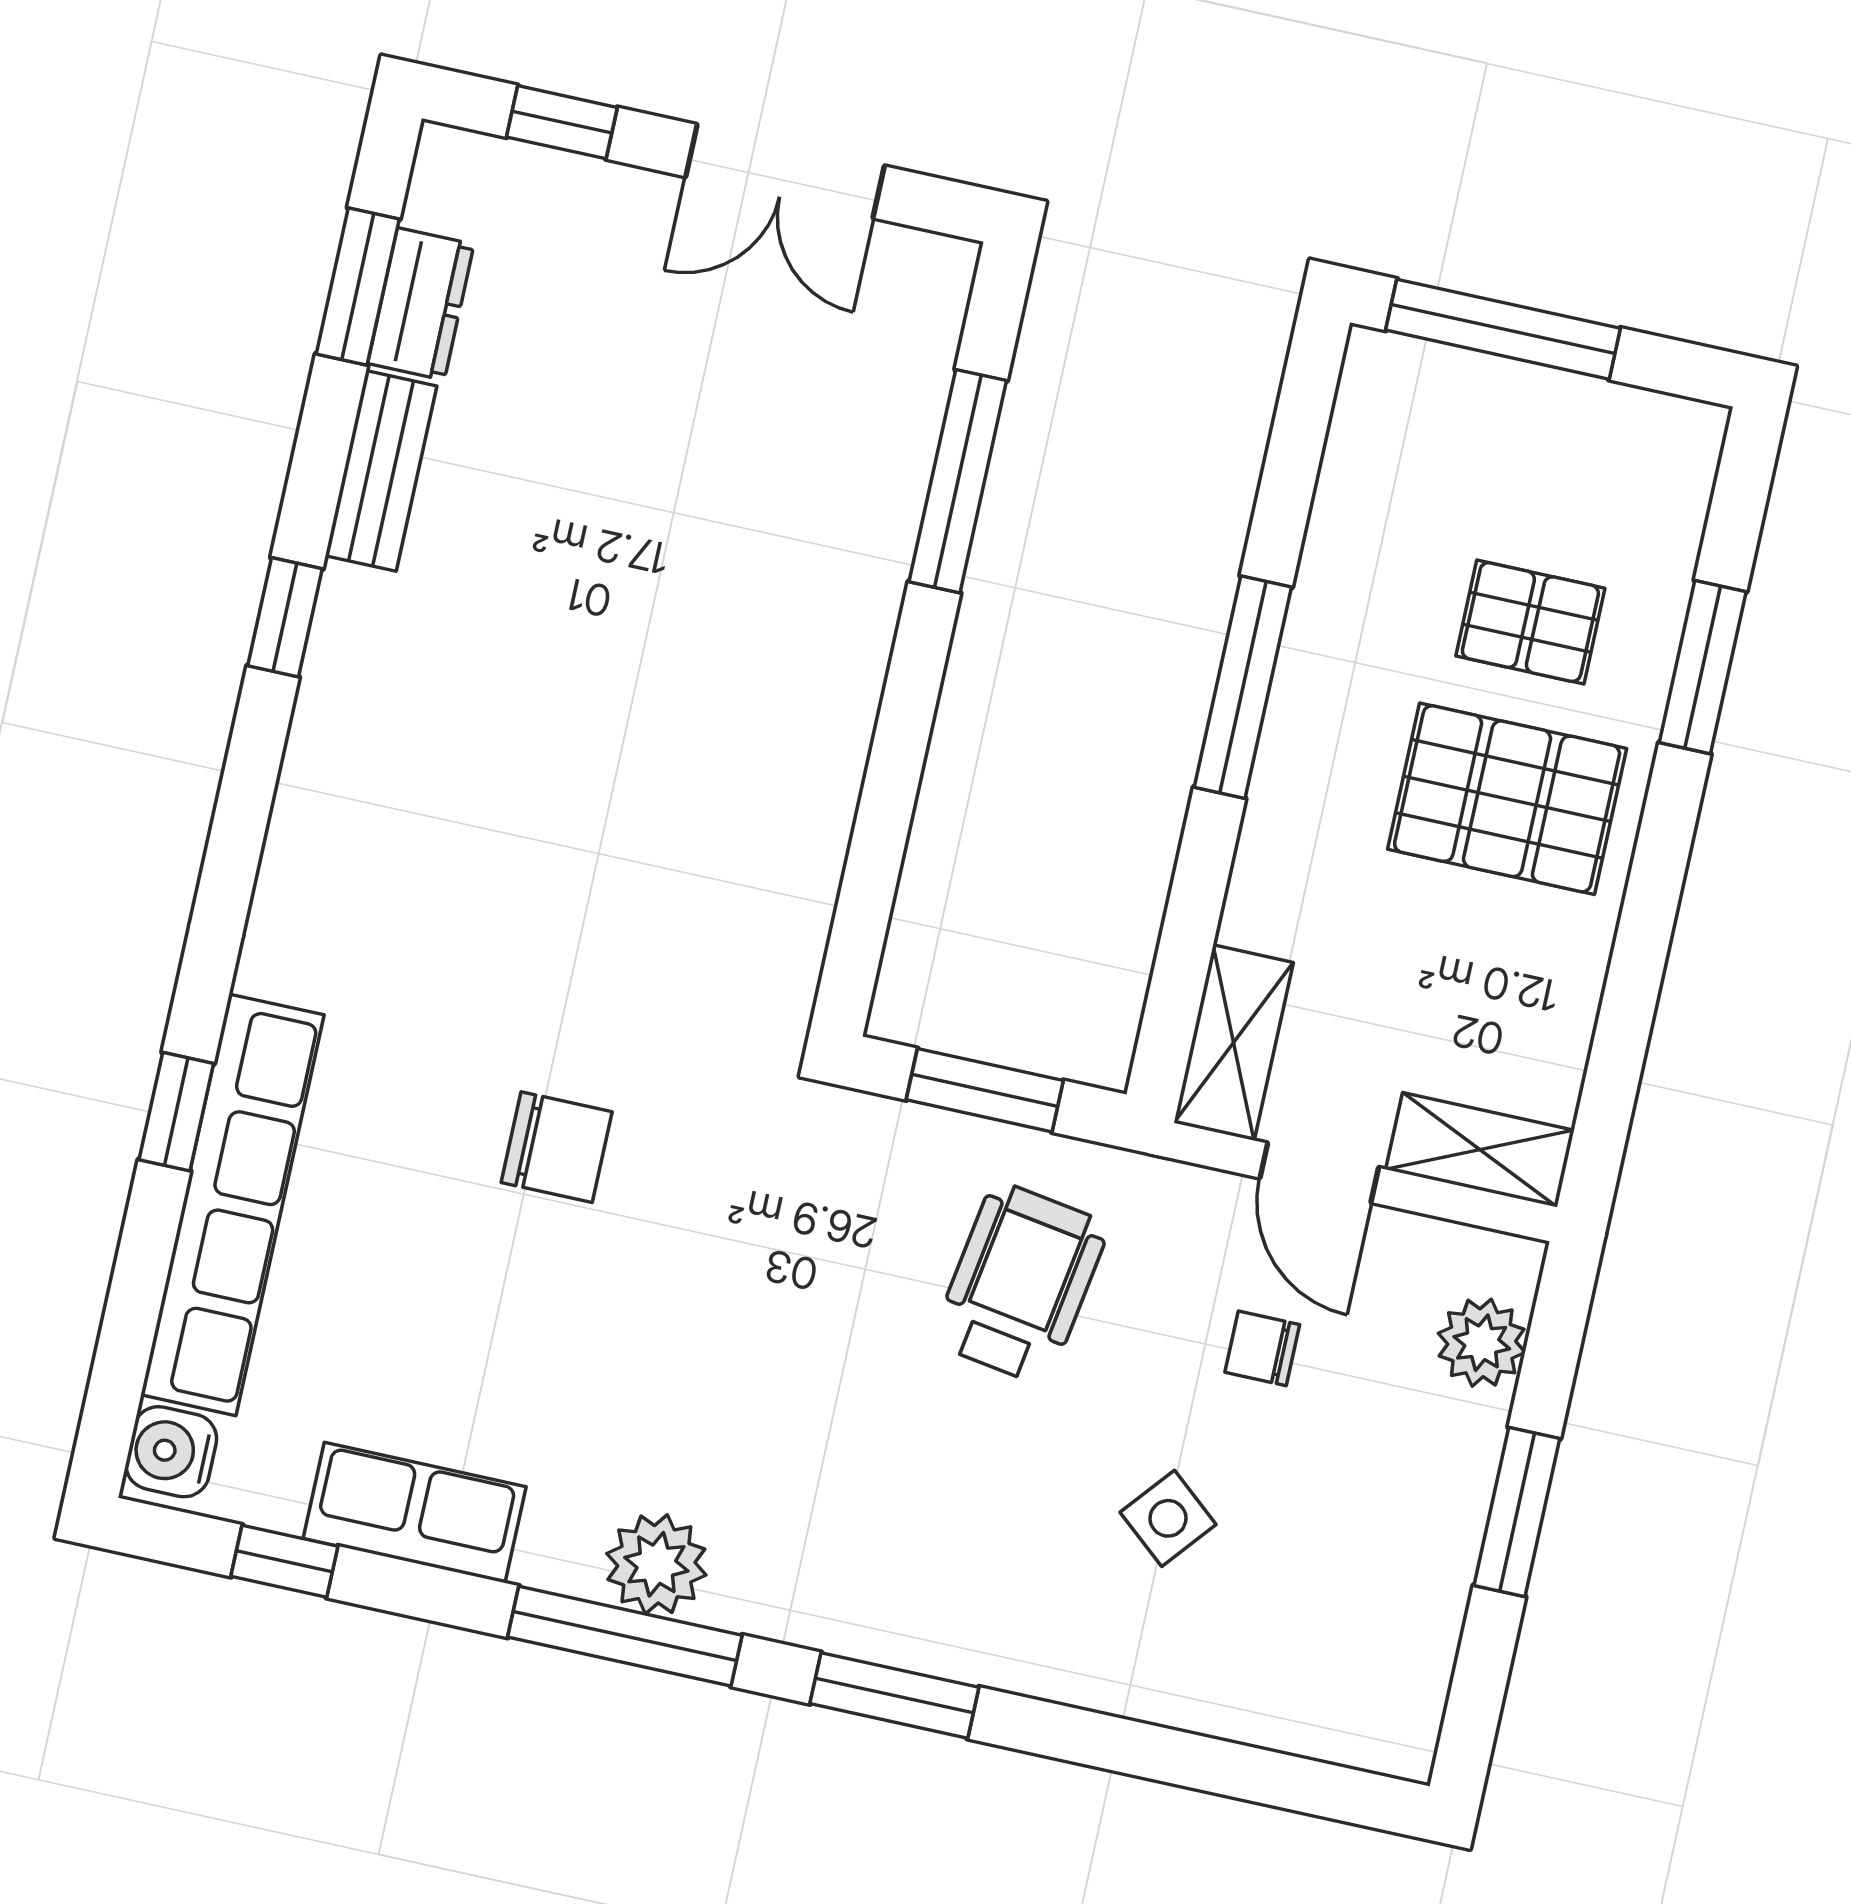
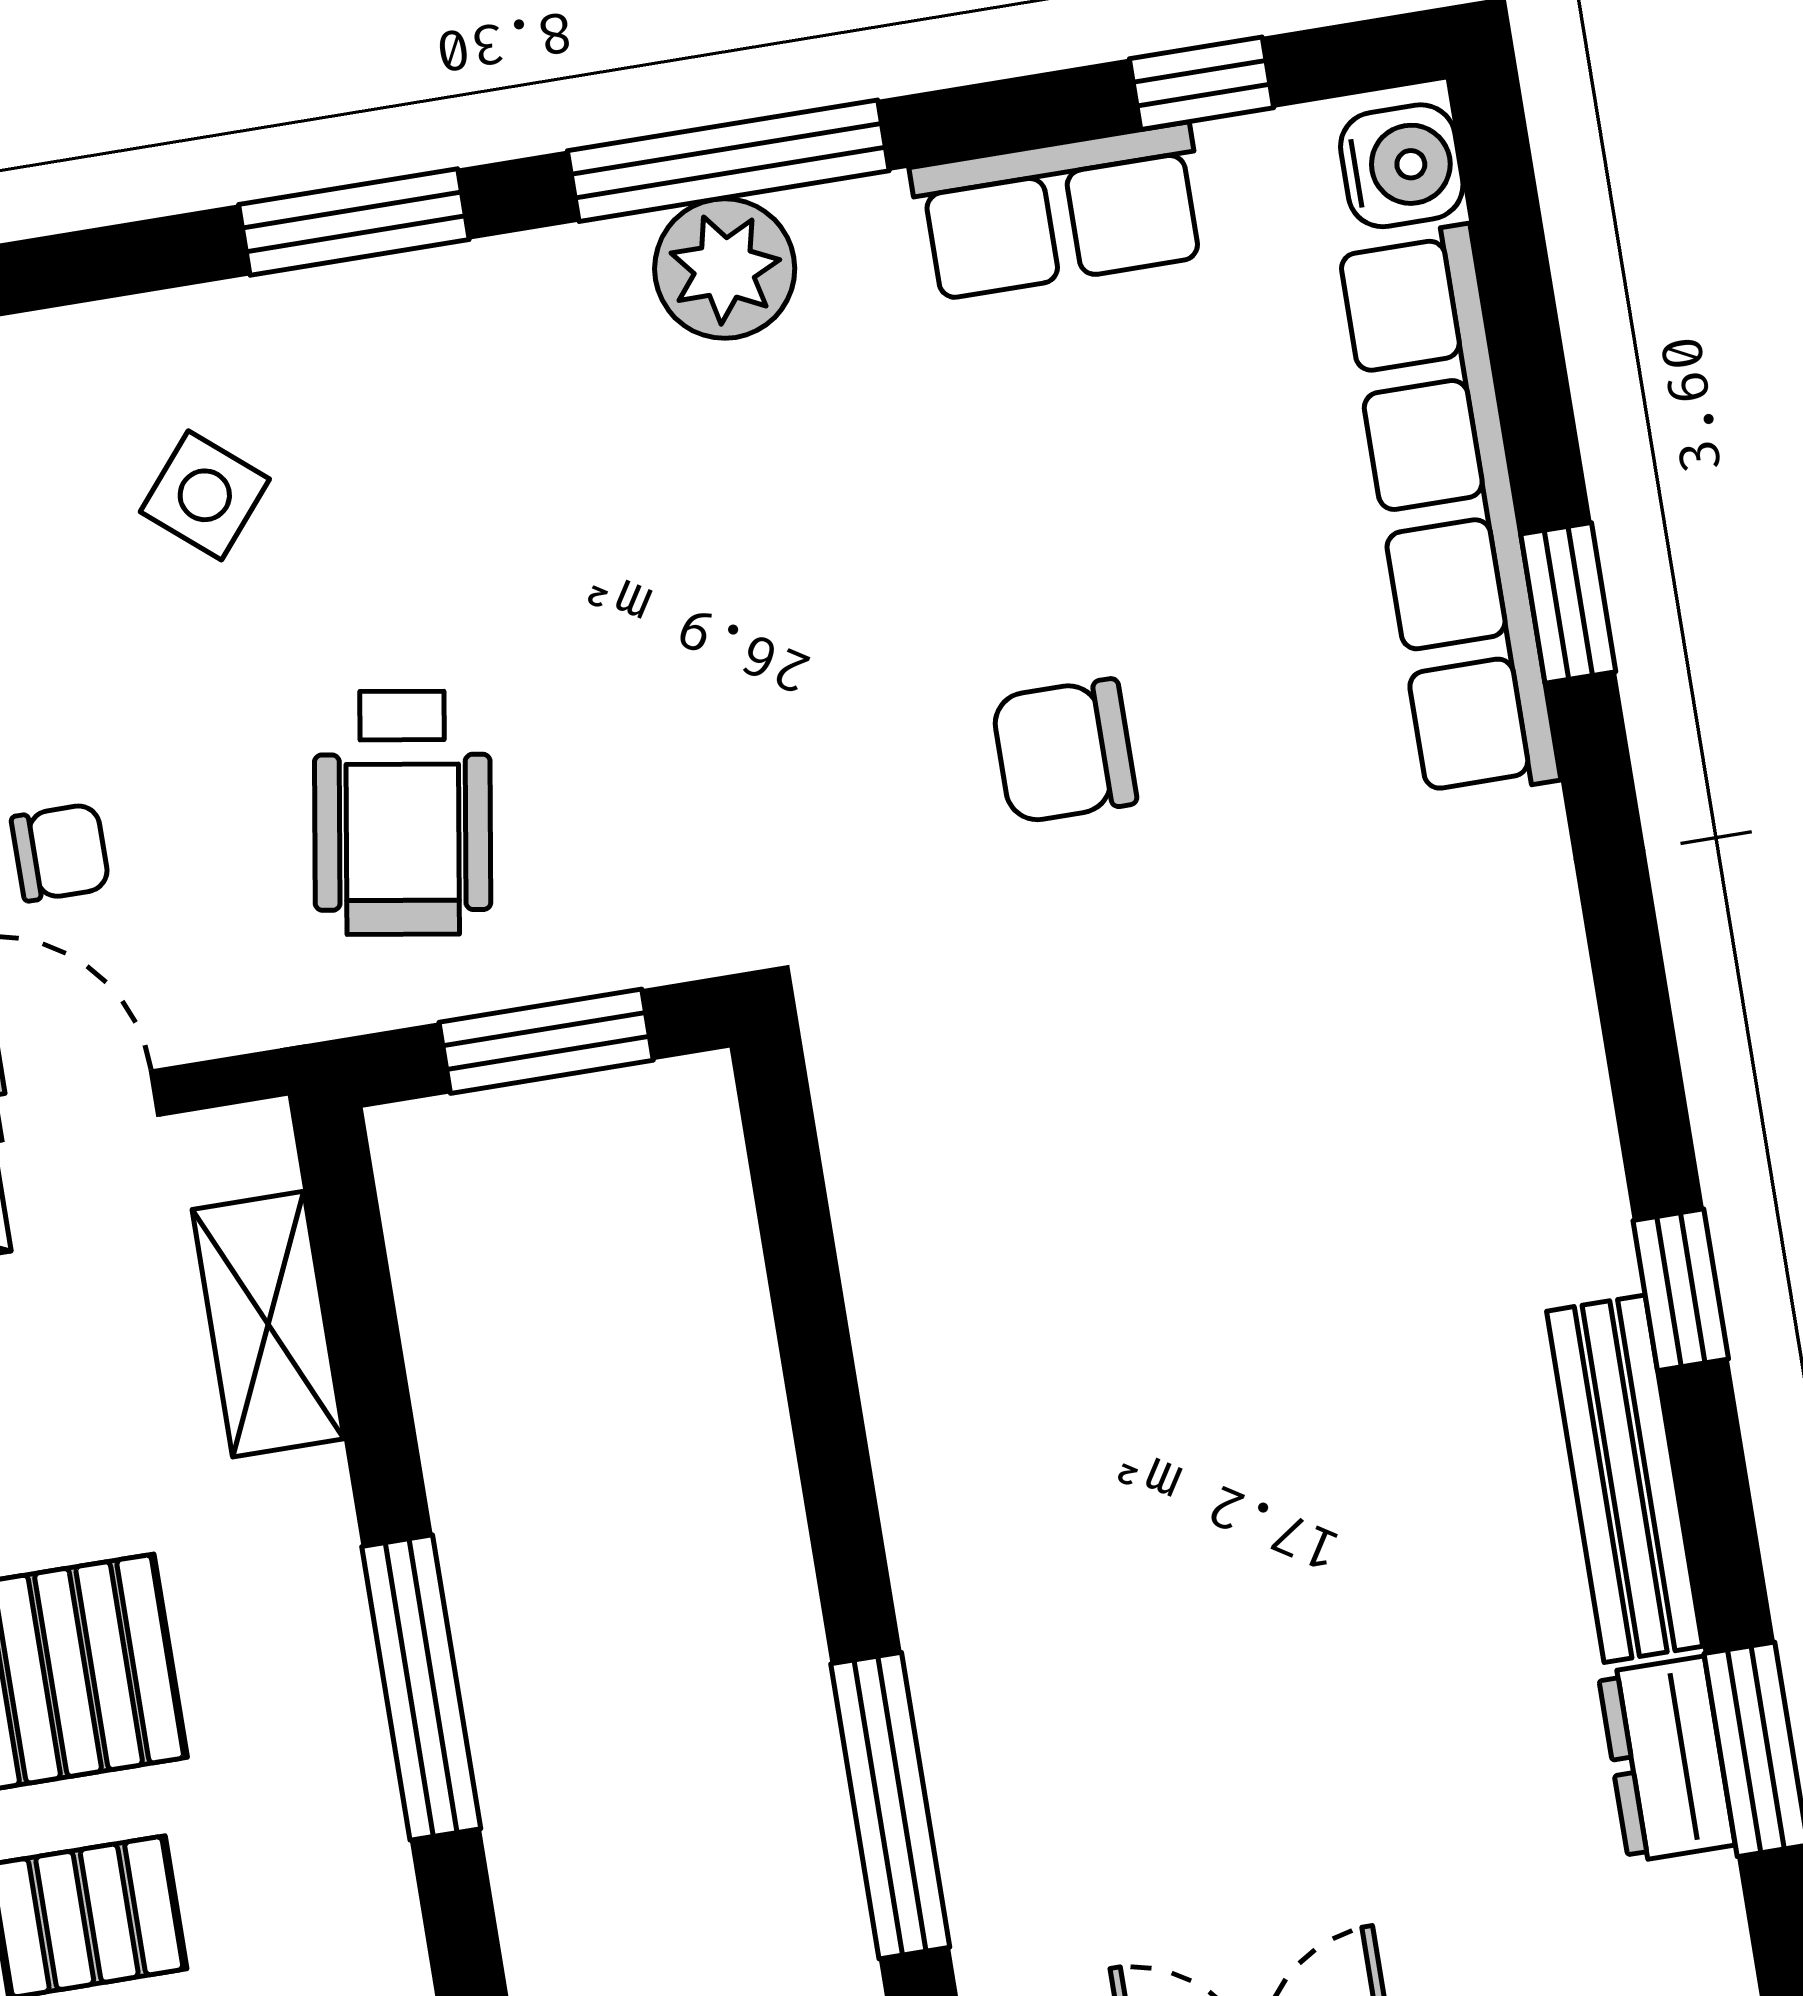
bench: (381, 471) -> (1625, 1479), width x1.36
shelving: (1234, 1043) -> (268, 1324), moved
side table: (1168, 1518) -> (205, 495), moved

